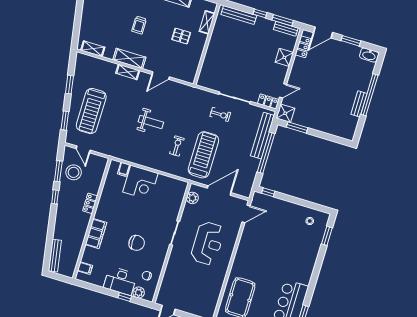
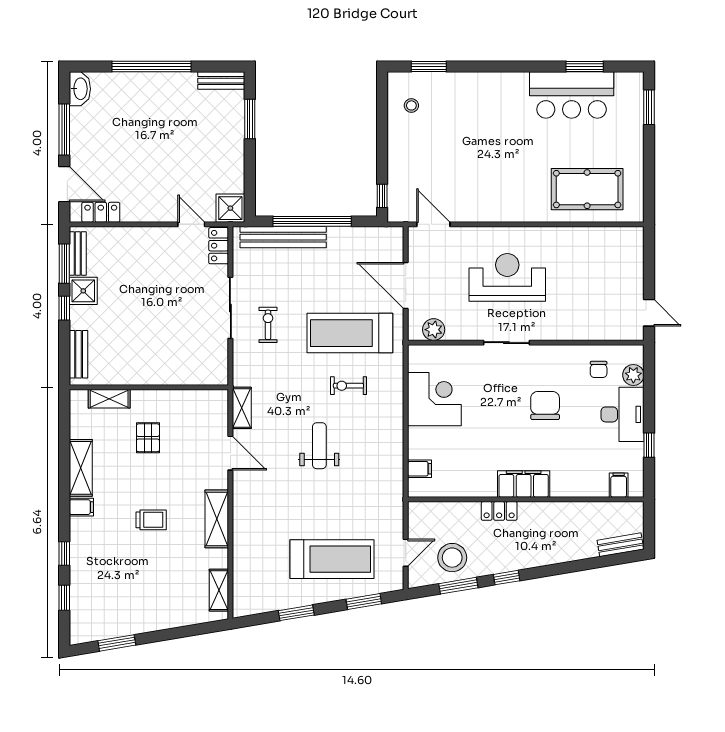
bench: (239, 15) -> (79, 354), width x0.73
window: (351, 41) -> (64, 129), width x1.44
shower: (284, 57) -> (83, 291), moved
shelving: (128, 72) -> (242, 408), moved
bench: (359, 104) -> (221, 81), moved
window: (297, 127) -> (250, 119), moved
corner desk: (140, 183) -> (434, 399), moved
filing cabinet: (96, 234) -> (524, 484), moved
bench: (55, 256) -> (620, 545), width x0.73
window: (125, 297) -> (649, 445), moved

